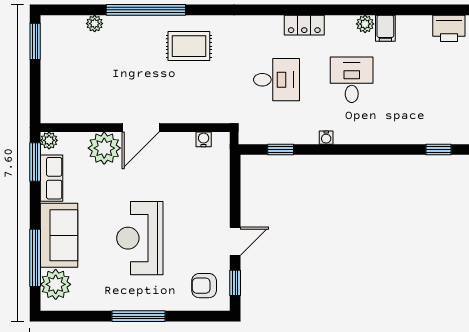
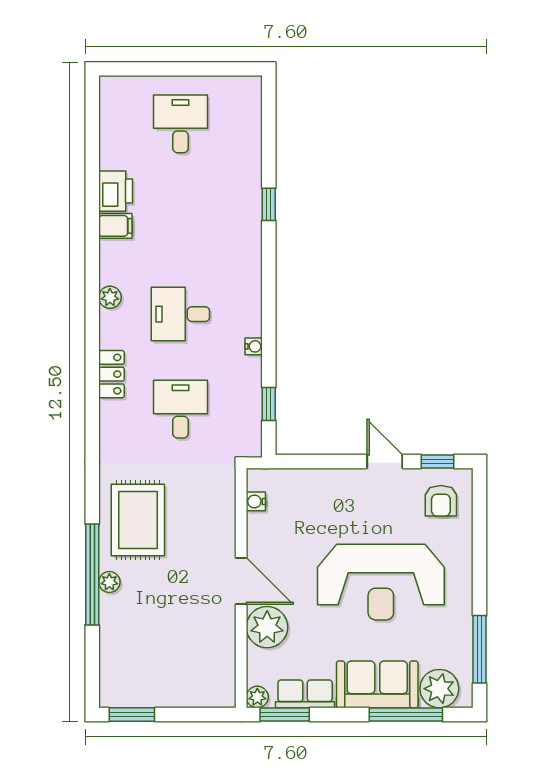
plant: (95, 24) -> (109, 582), moved
filing cabinet: (385, 28) -> (115, 226), moved
rug: (189, 46) -> (138, 520), width x1.36, depth x1.43
reception desk: (140, 238) -> (381, 582), width x1.36, depth x1.30
window: (138, 316) -> (480, 649), moved

